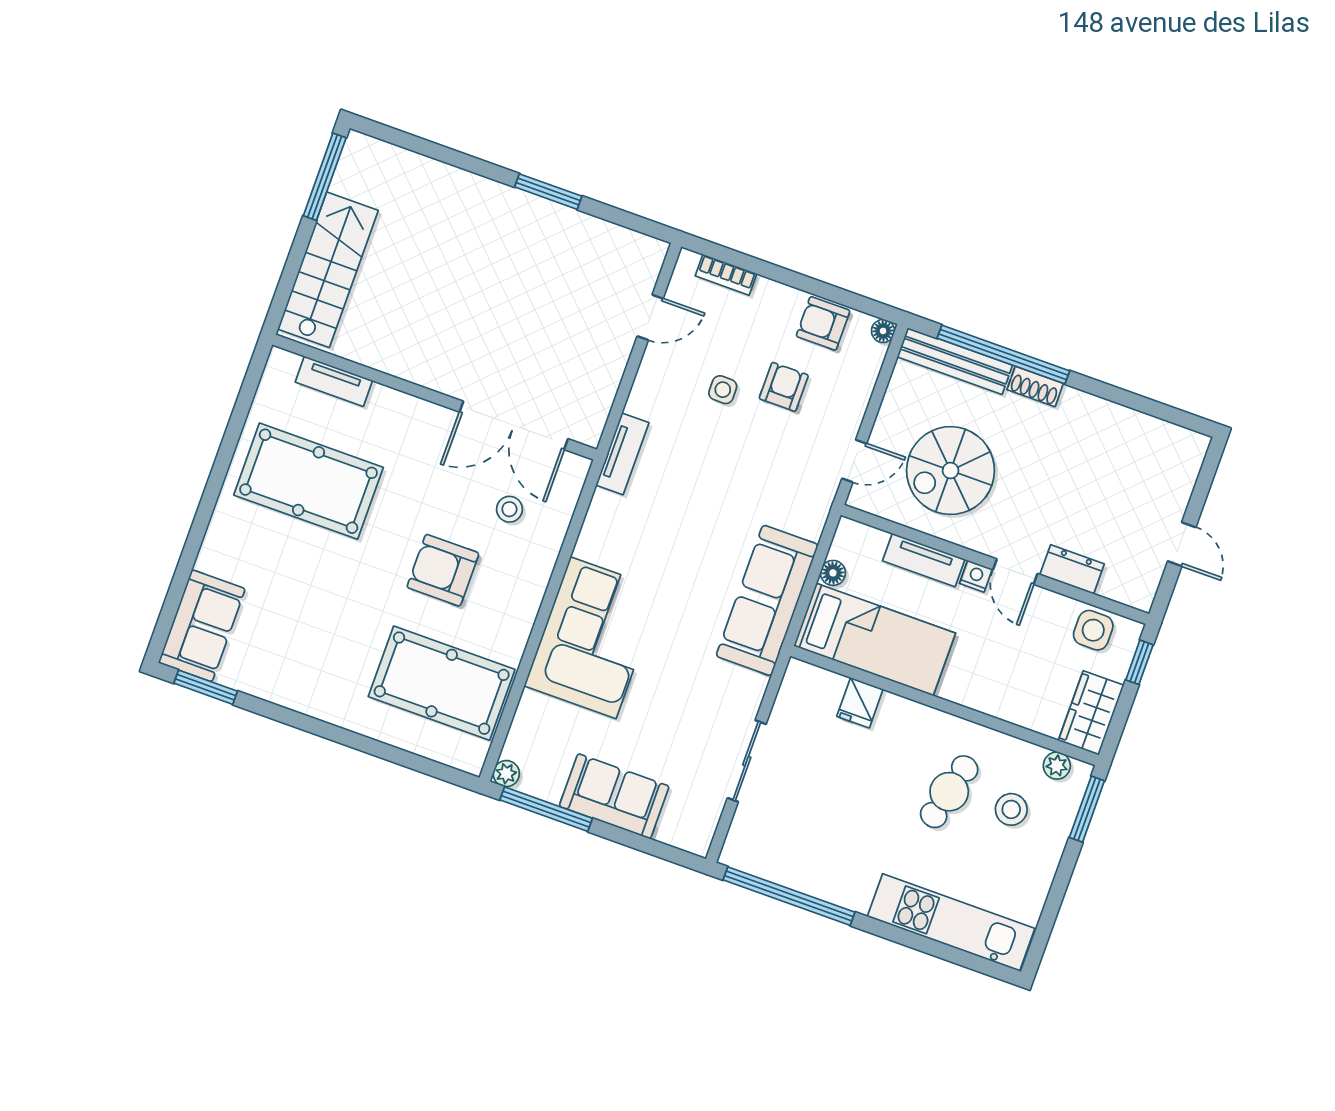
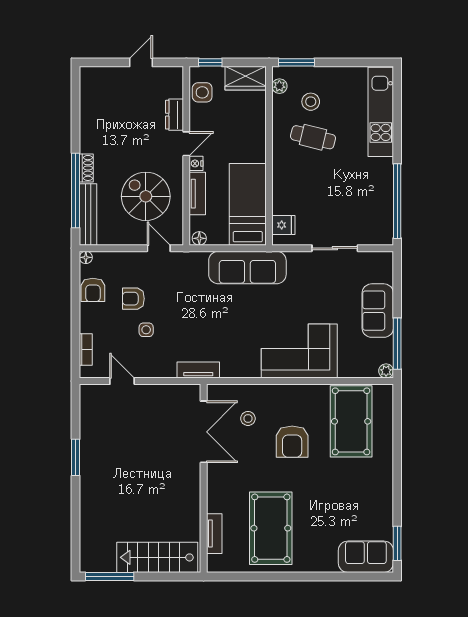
spiral stairs: (951, 471) -> (146, 196), turned 180
floor lamp: (833, 573) -> (199, 238), moved
fridge: (860, 703) -> (283, 225), moved

